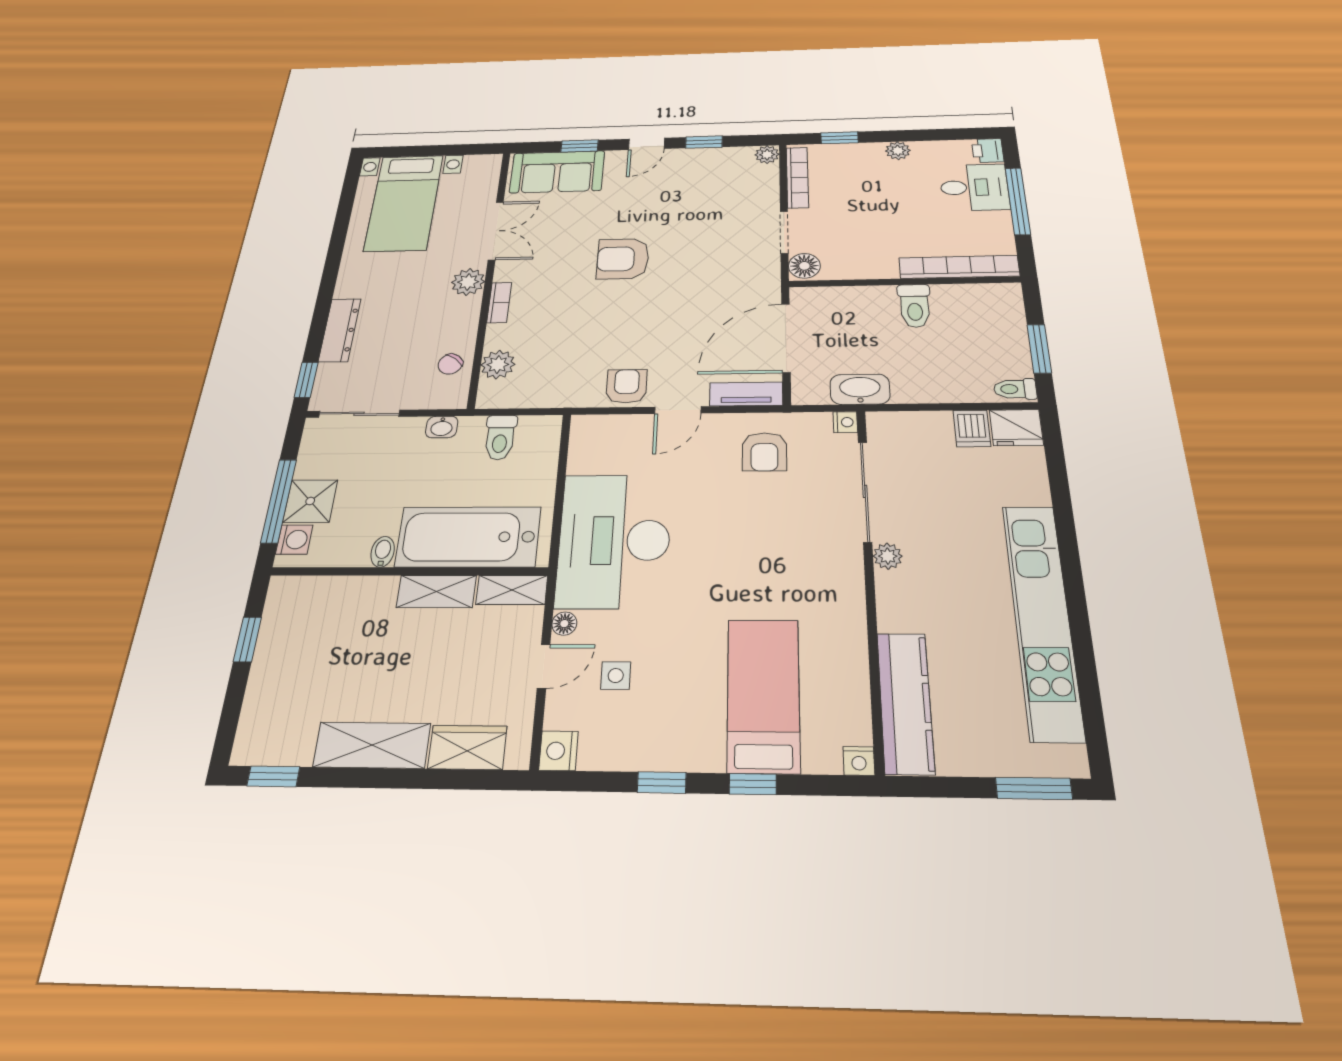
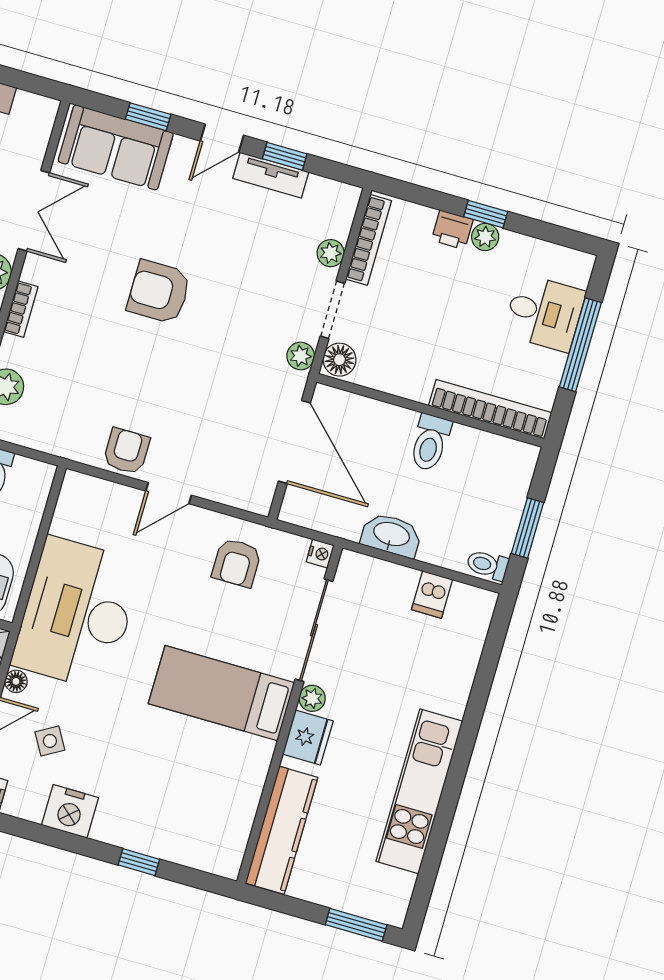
window: (839, 138) -> (486, 214), moved
printer: (988, 151) -> (452, 230), moved, turned -90
plant: (767, 155) -> (331, 253), moved
plant: (768, 272) -> (301, 356), added
door: (786, 338) -> (294, 442), swing flipped
washbasin: (860, 389) -> (391, 535), moved
tv unit: (746, 394) -> (271, 175), moved, turned 180
fridge: (1016, 428) -> (308, 738), moved, turned -90
kitchen unit: (1042, 619) -> (419, 791), width x0.73
side table: (616, 676) -> (50, 741), turned -30
bed: (763, 695) -> (221, 693), moved, turned -90
nightstand: (859, 761) -> (70, 811), moved, width x1.89, depth x1.79
window: (662, 783) -> (67, 841), removed

